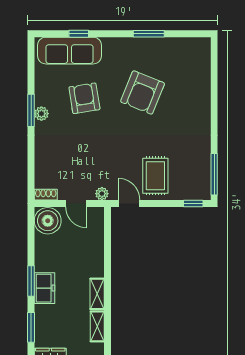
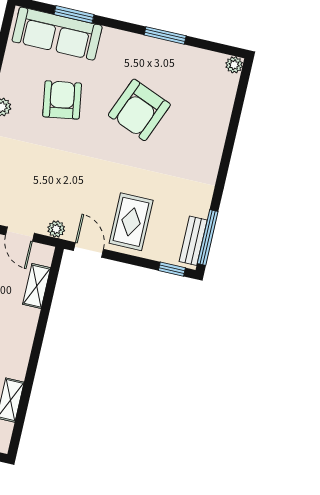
window: (79, 34) -> (74, 14), width x1.50
plant: (204, 44) -> (234, 65), added
bench: (204, 179) -> (193, 241), added
shelving: (97, 294) -> (37, 286), moved

